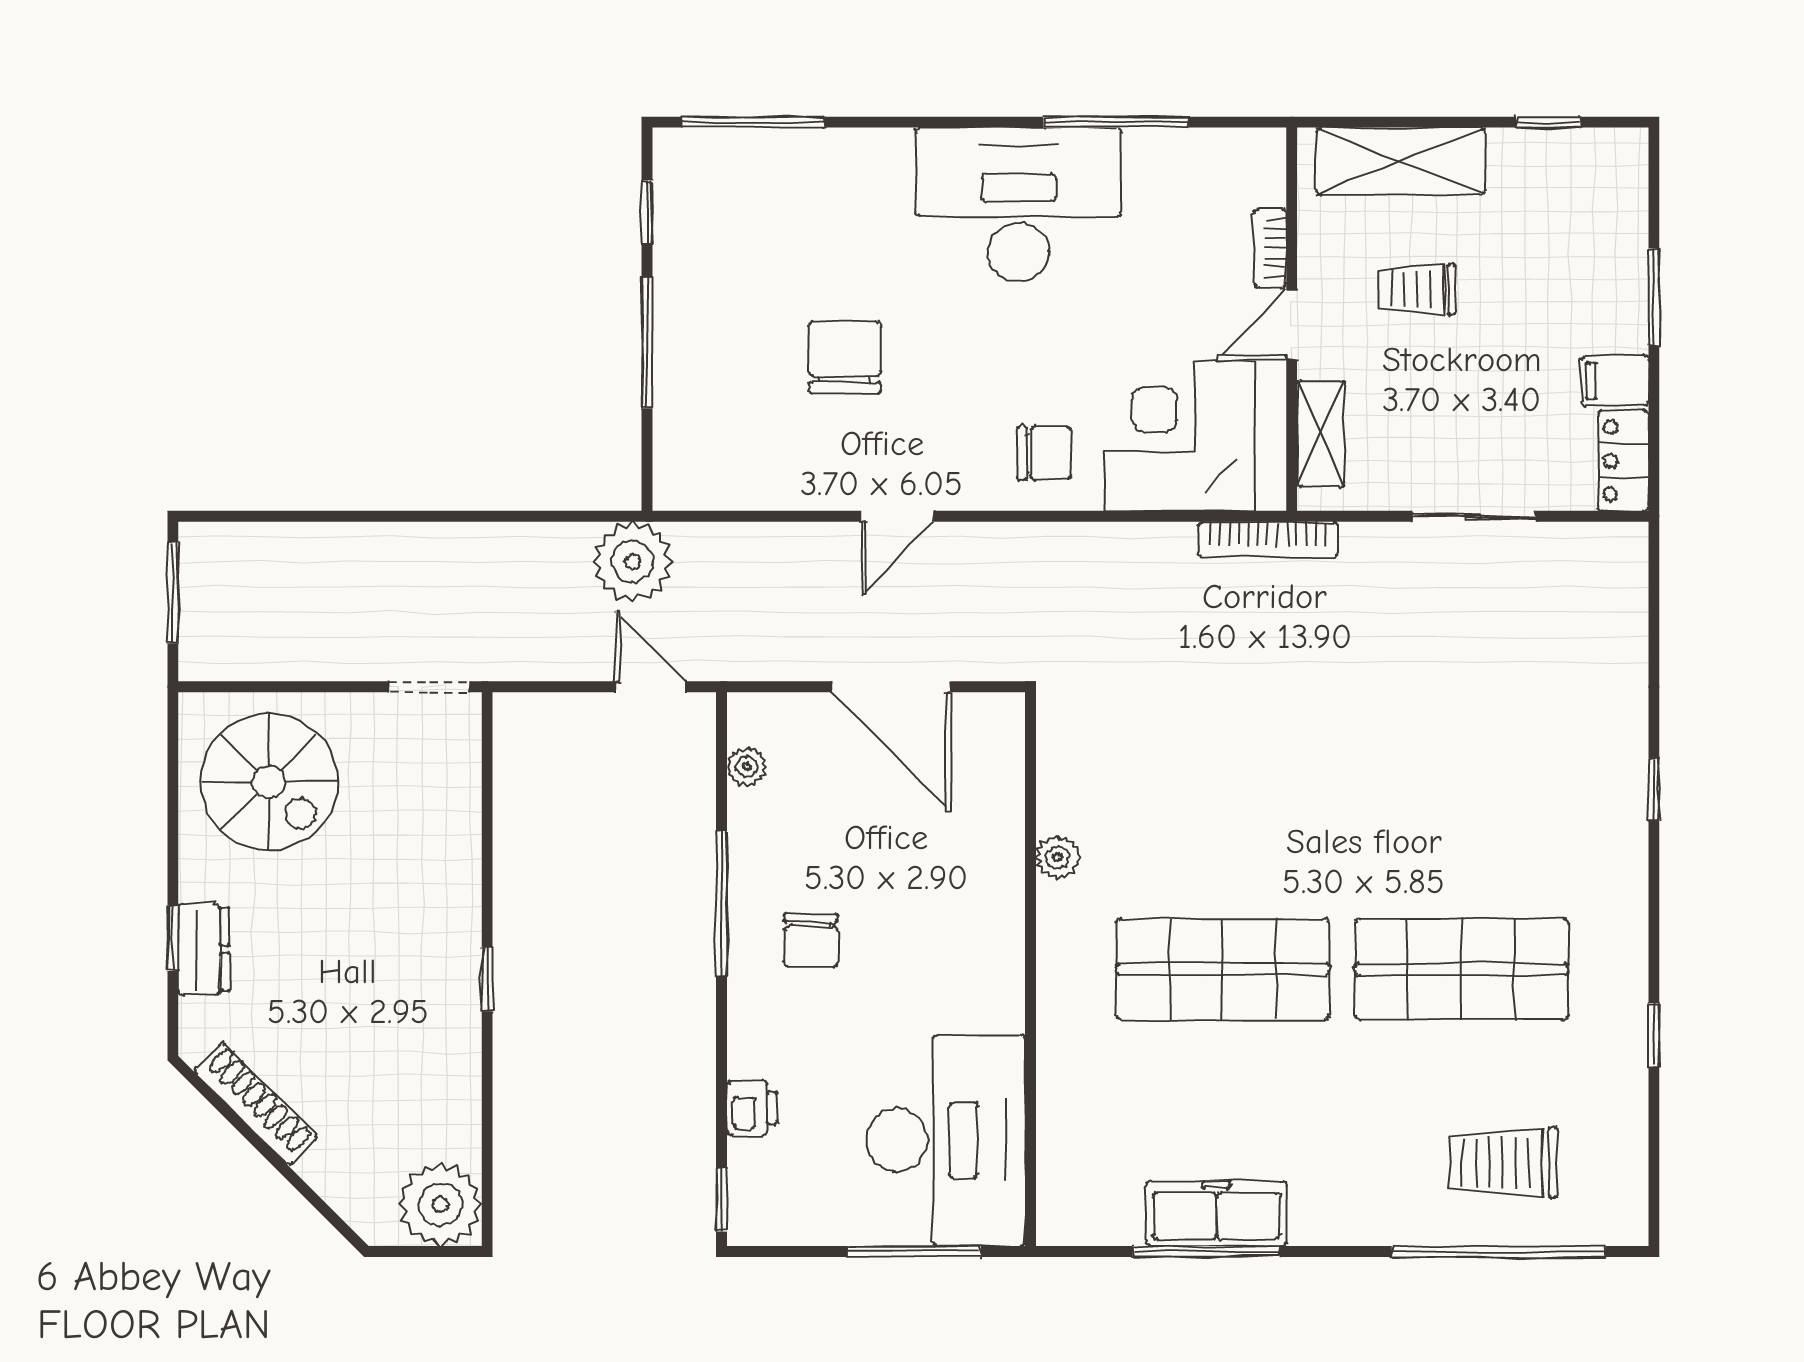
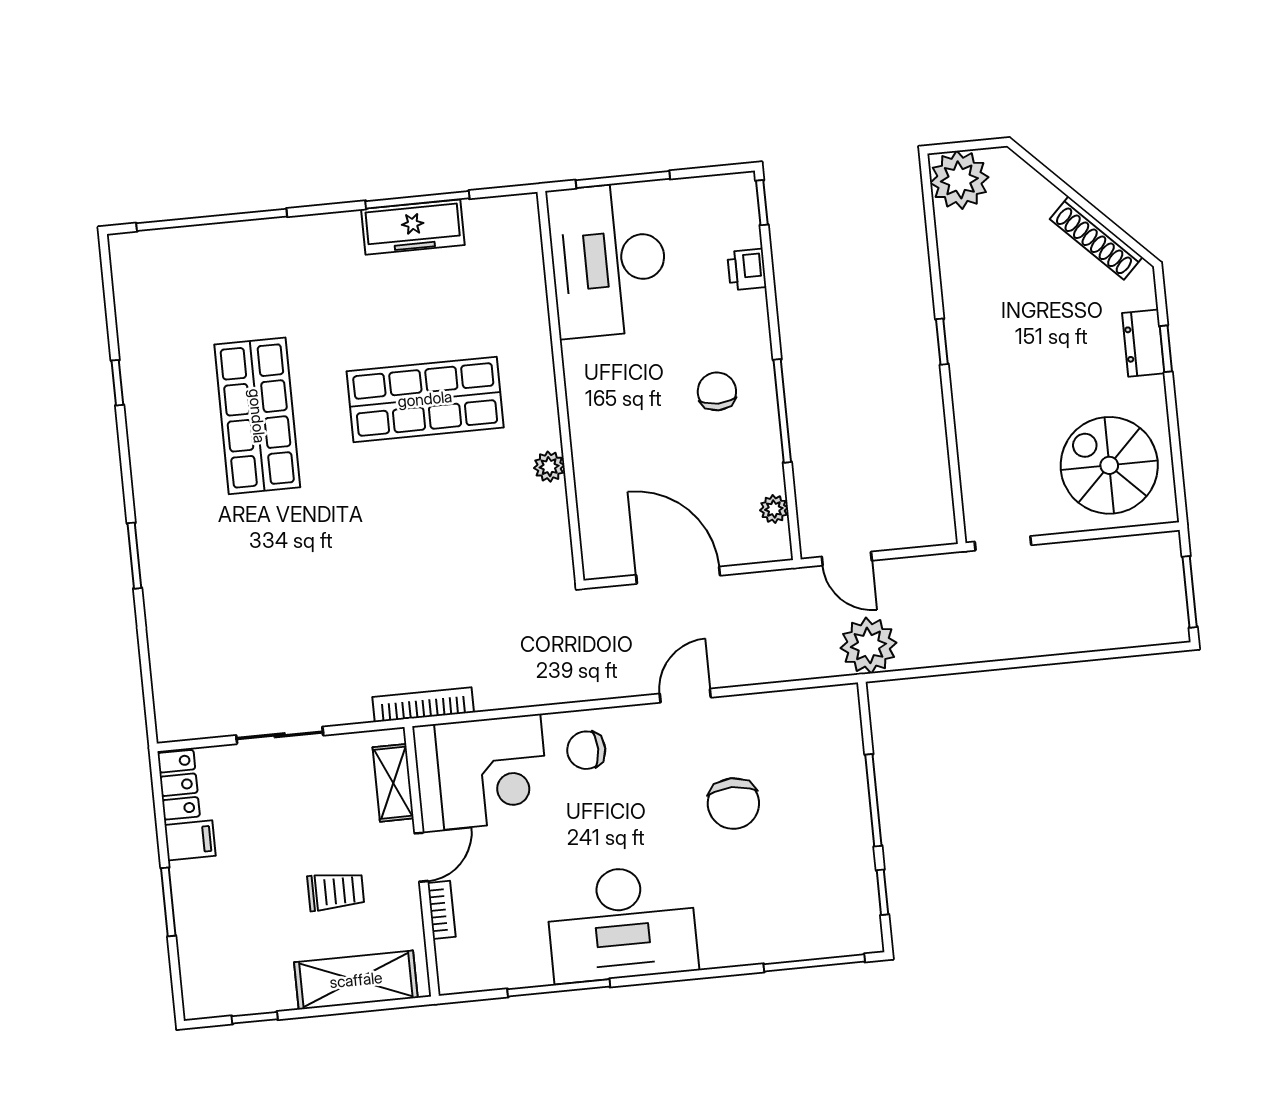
window: (1654, 789) -> (134, 556), width x1.50
shop shelf: (1462, 969) -> (257, 416), turned 90
trolley: (1503, 1163) -> (215, 282), removed

